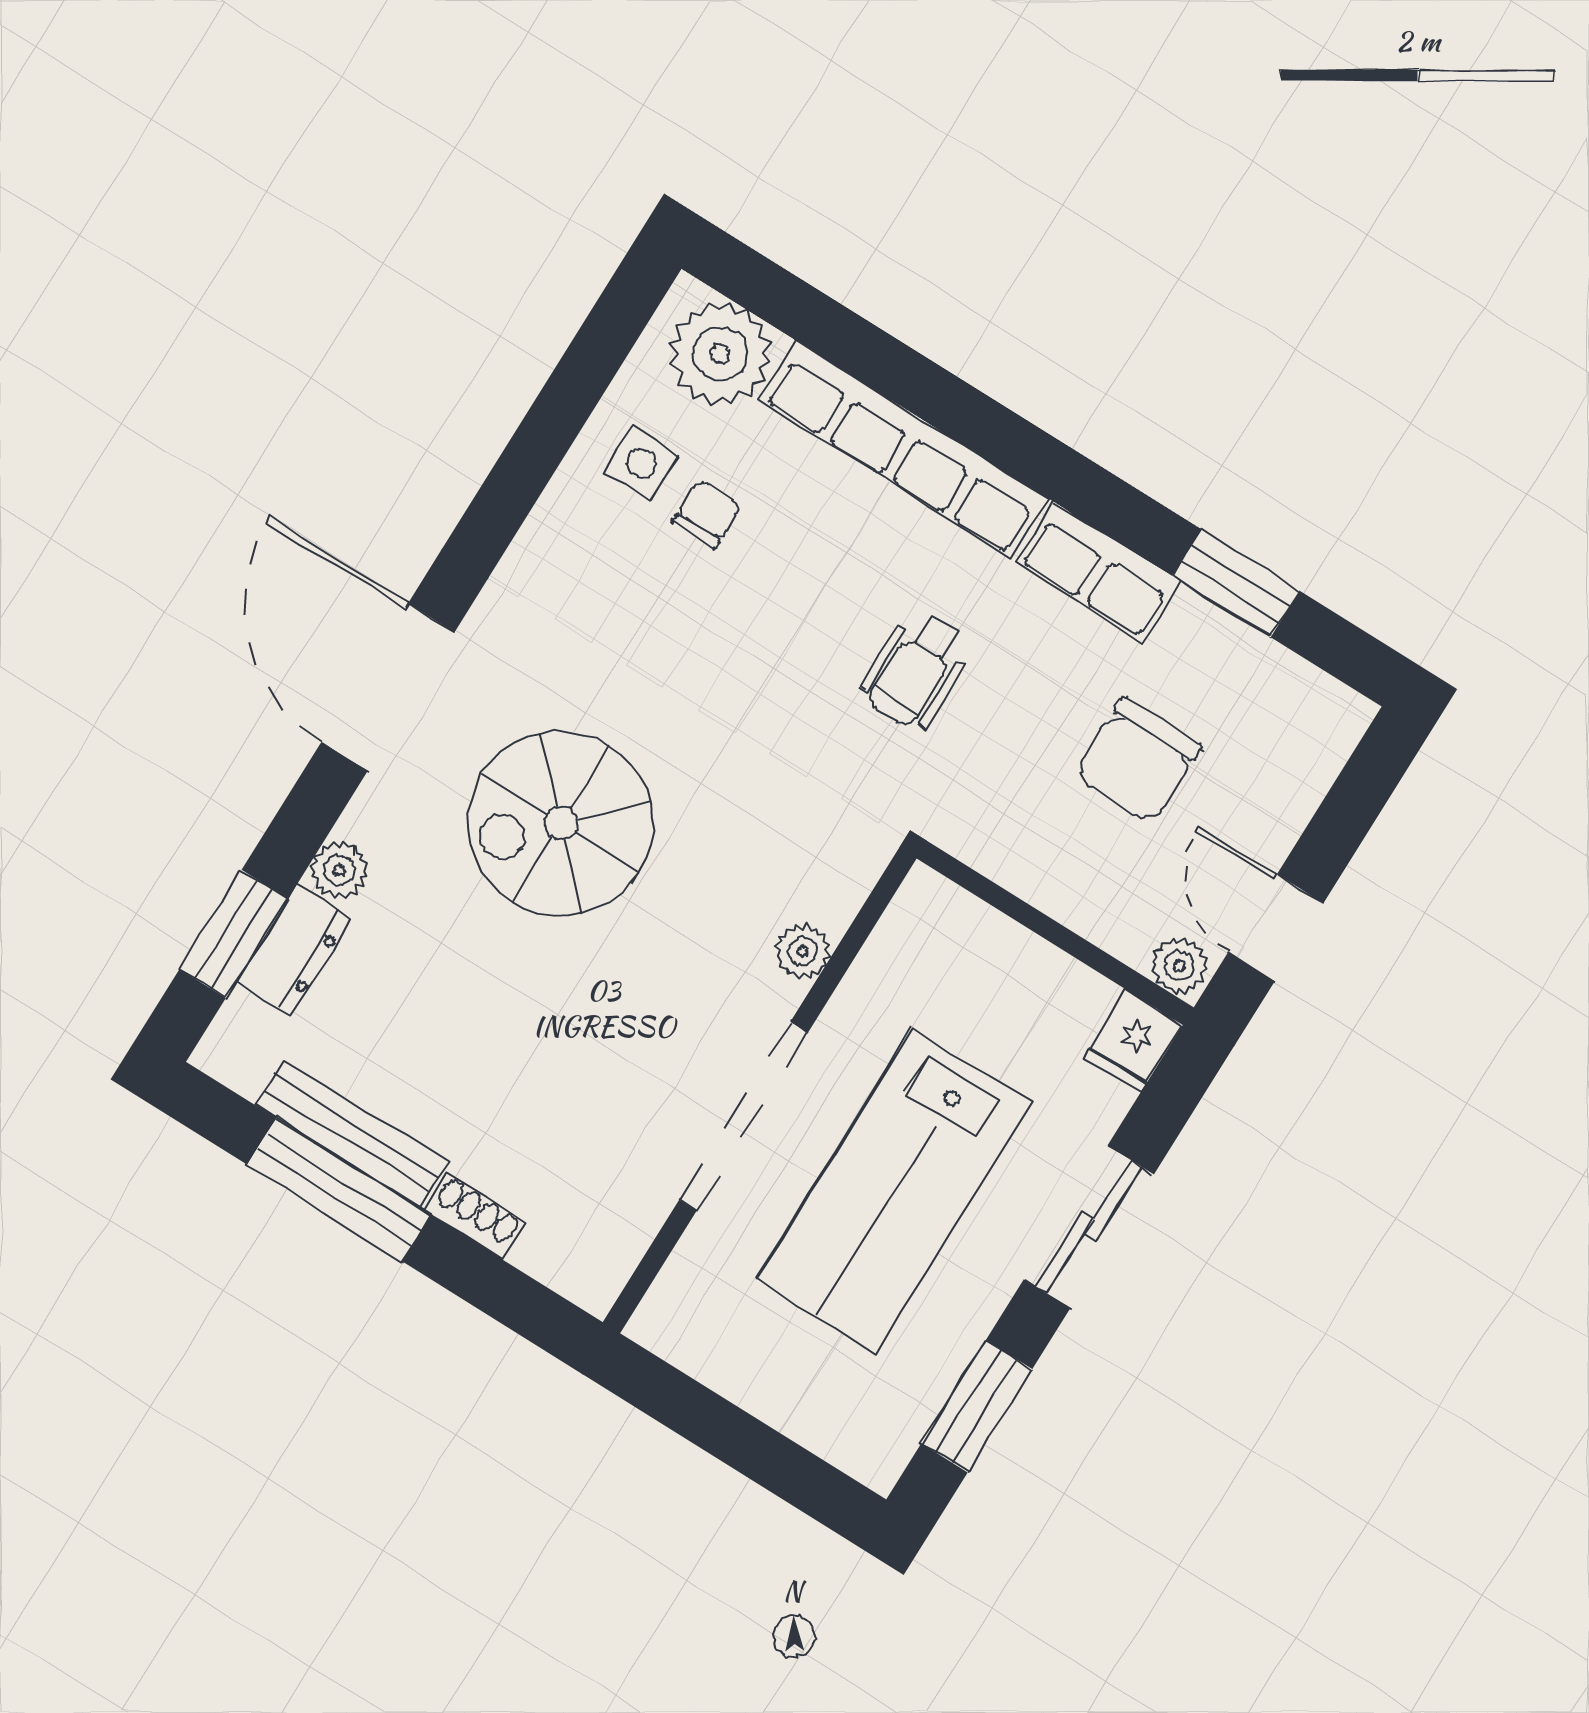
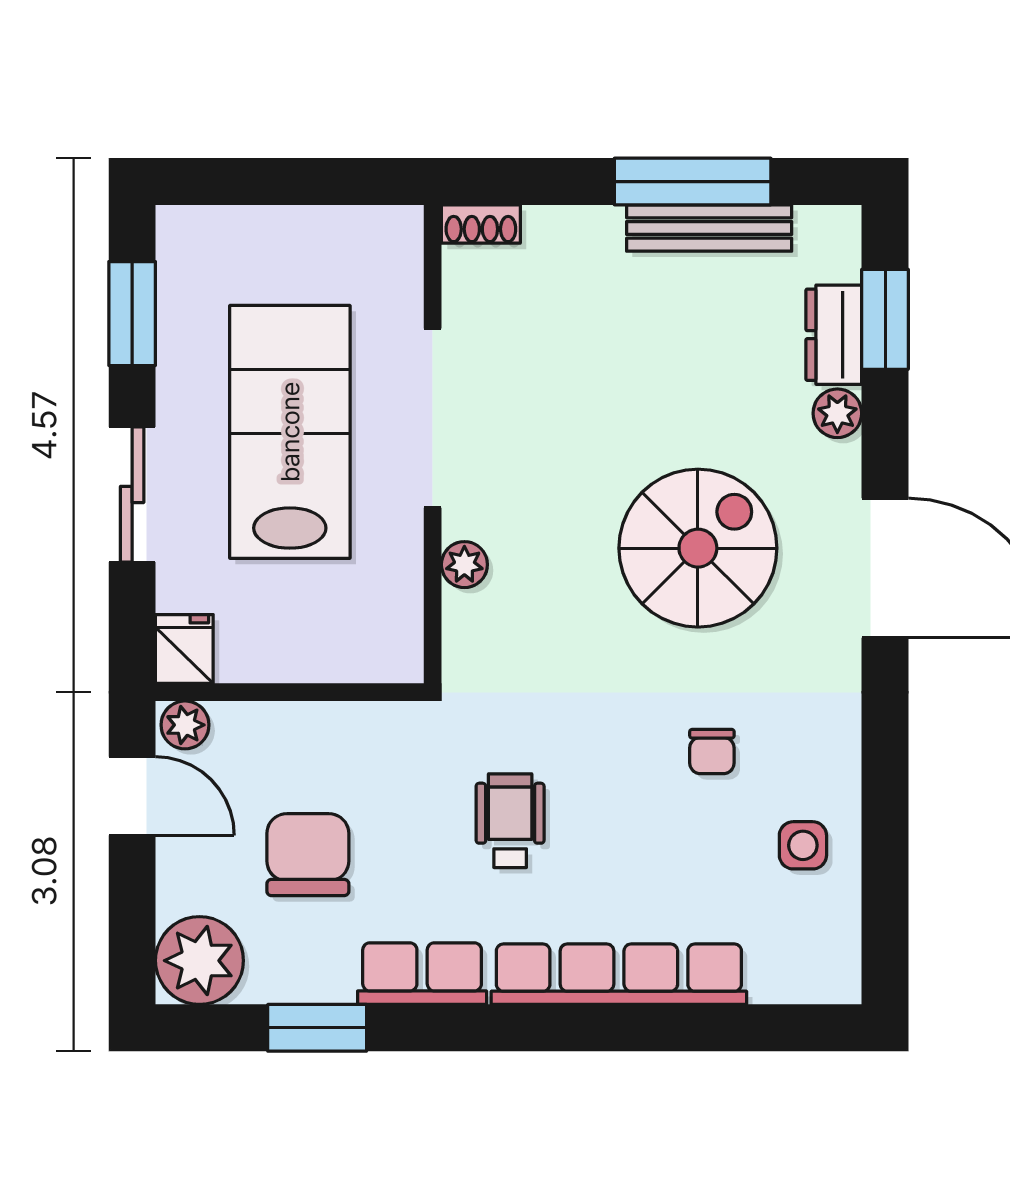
plant: (720, 354) -> (199, 961), moved
chair: (707, 514) -> (712, 751), moved
shoe rack: (475, 1216) -> (481, 224), moved

